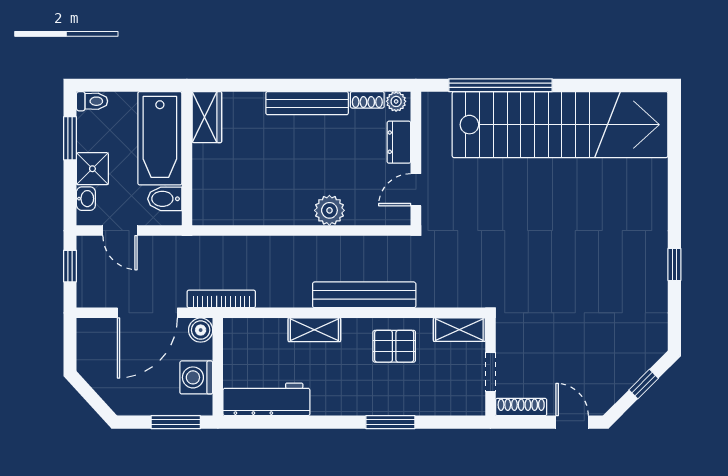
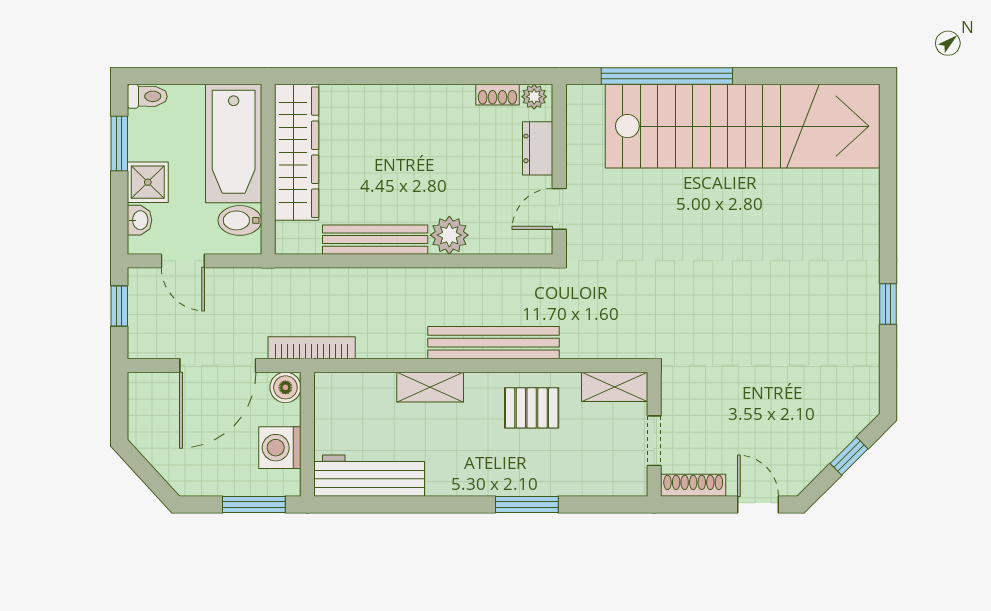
bench: (307, 103) -> (375, 240), moved
wardrobe: (207, 117) -> (297, 152), width x2.10, depth x1.17

